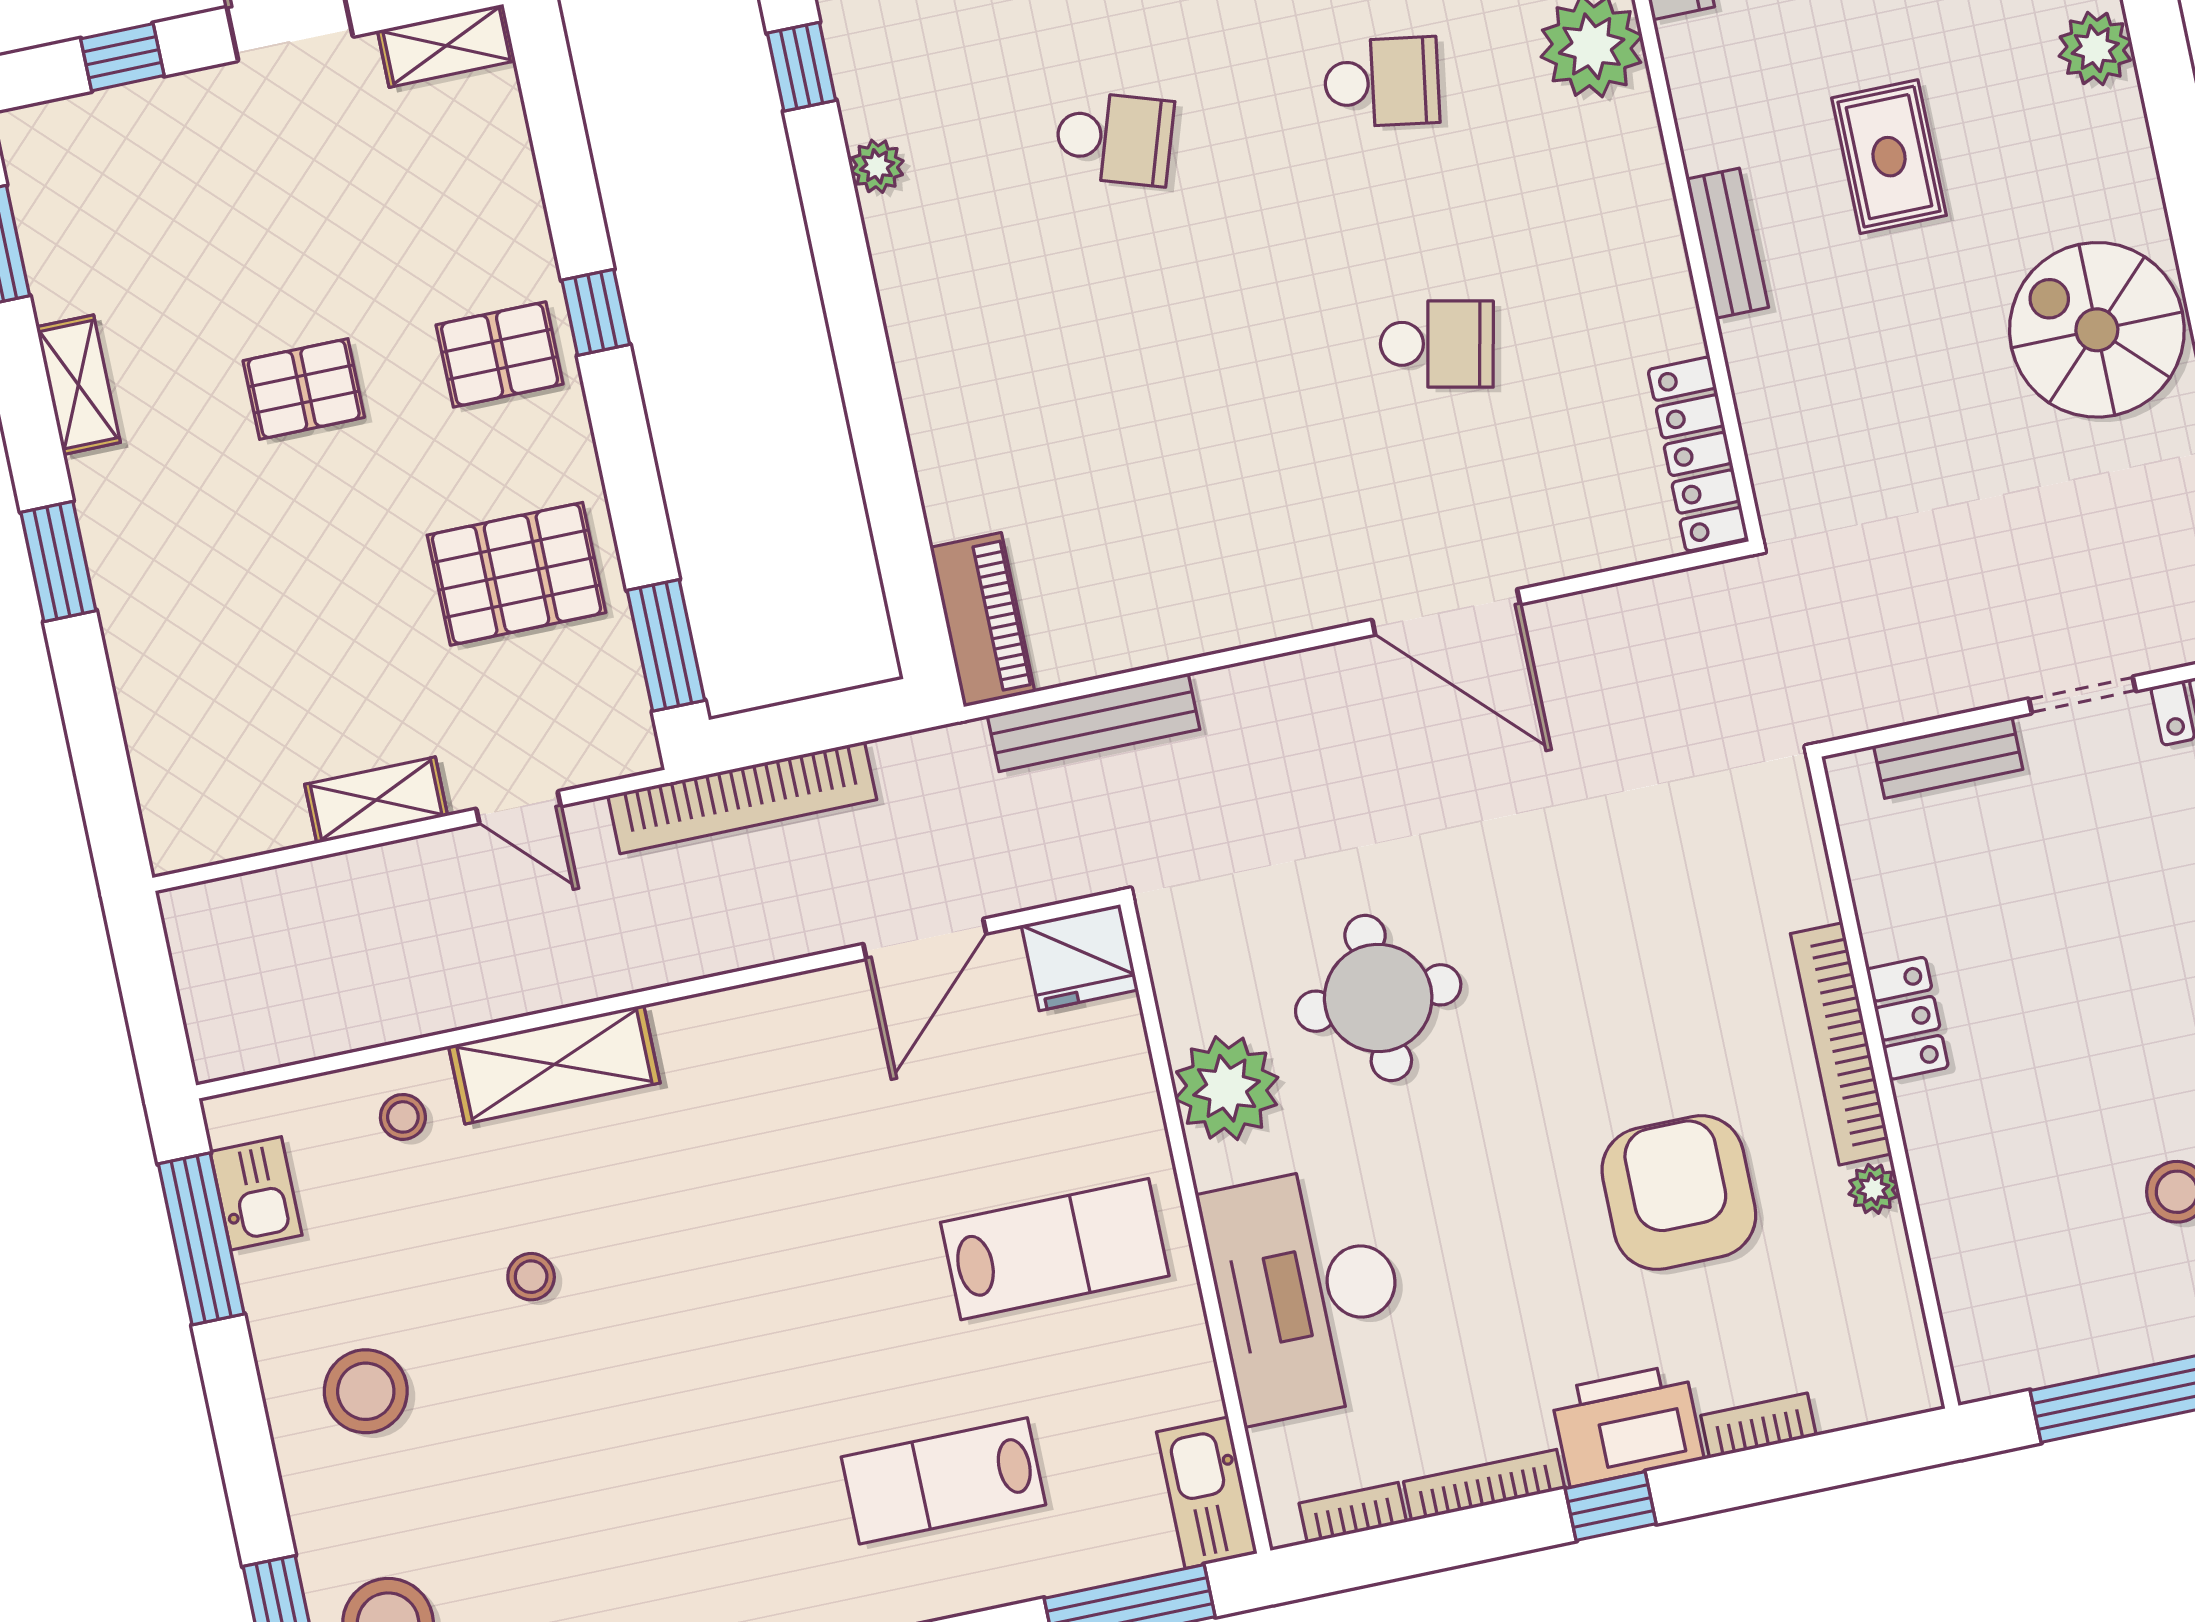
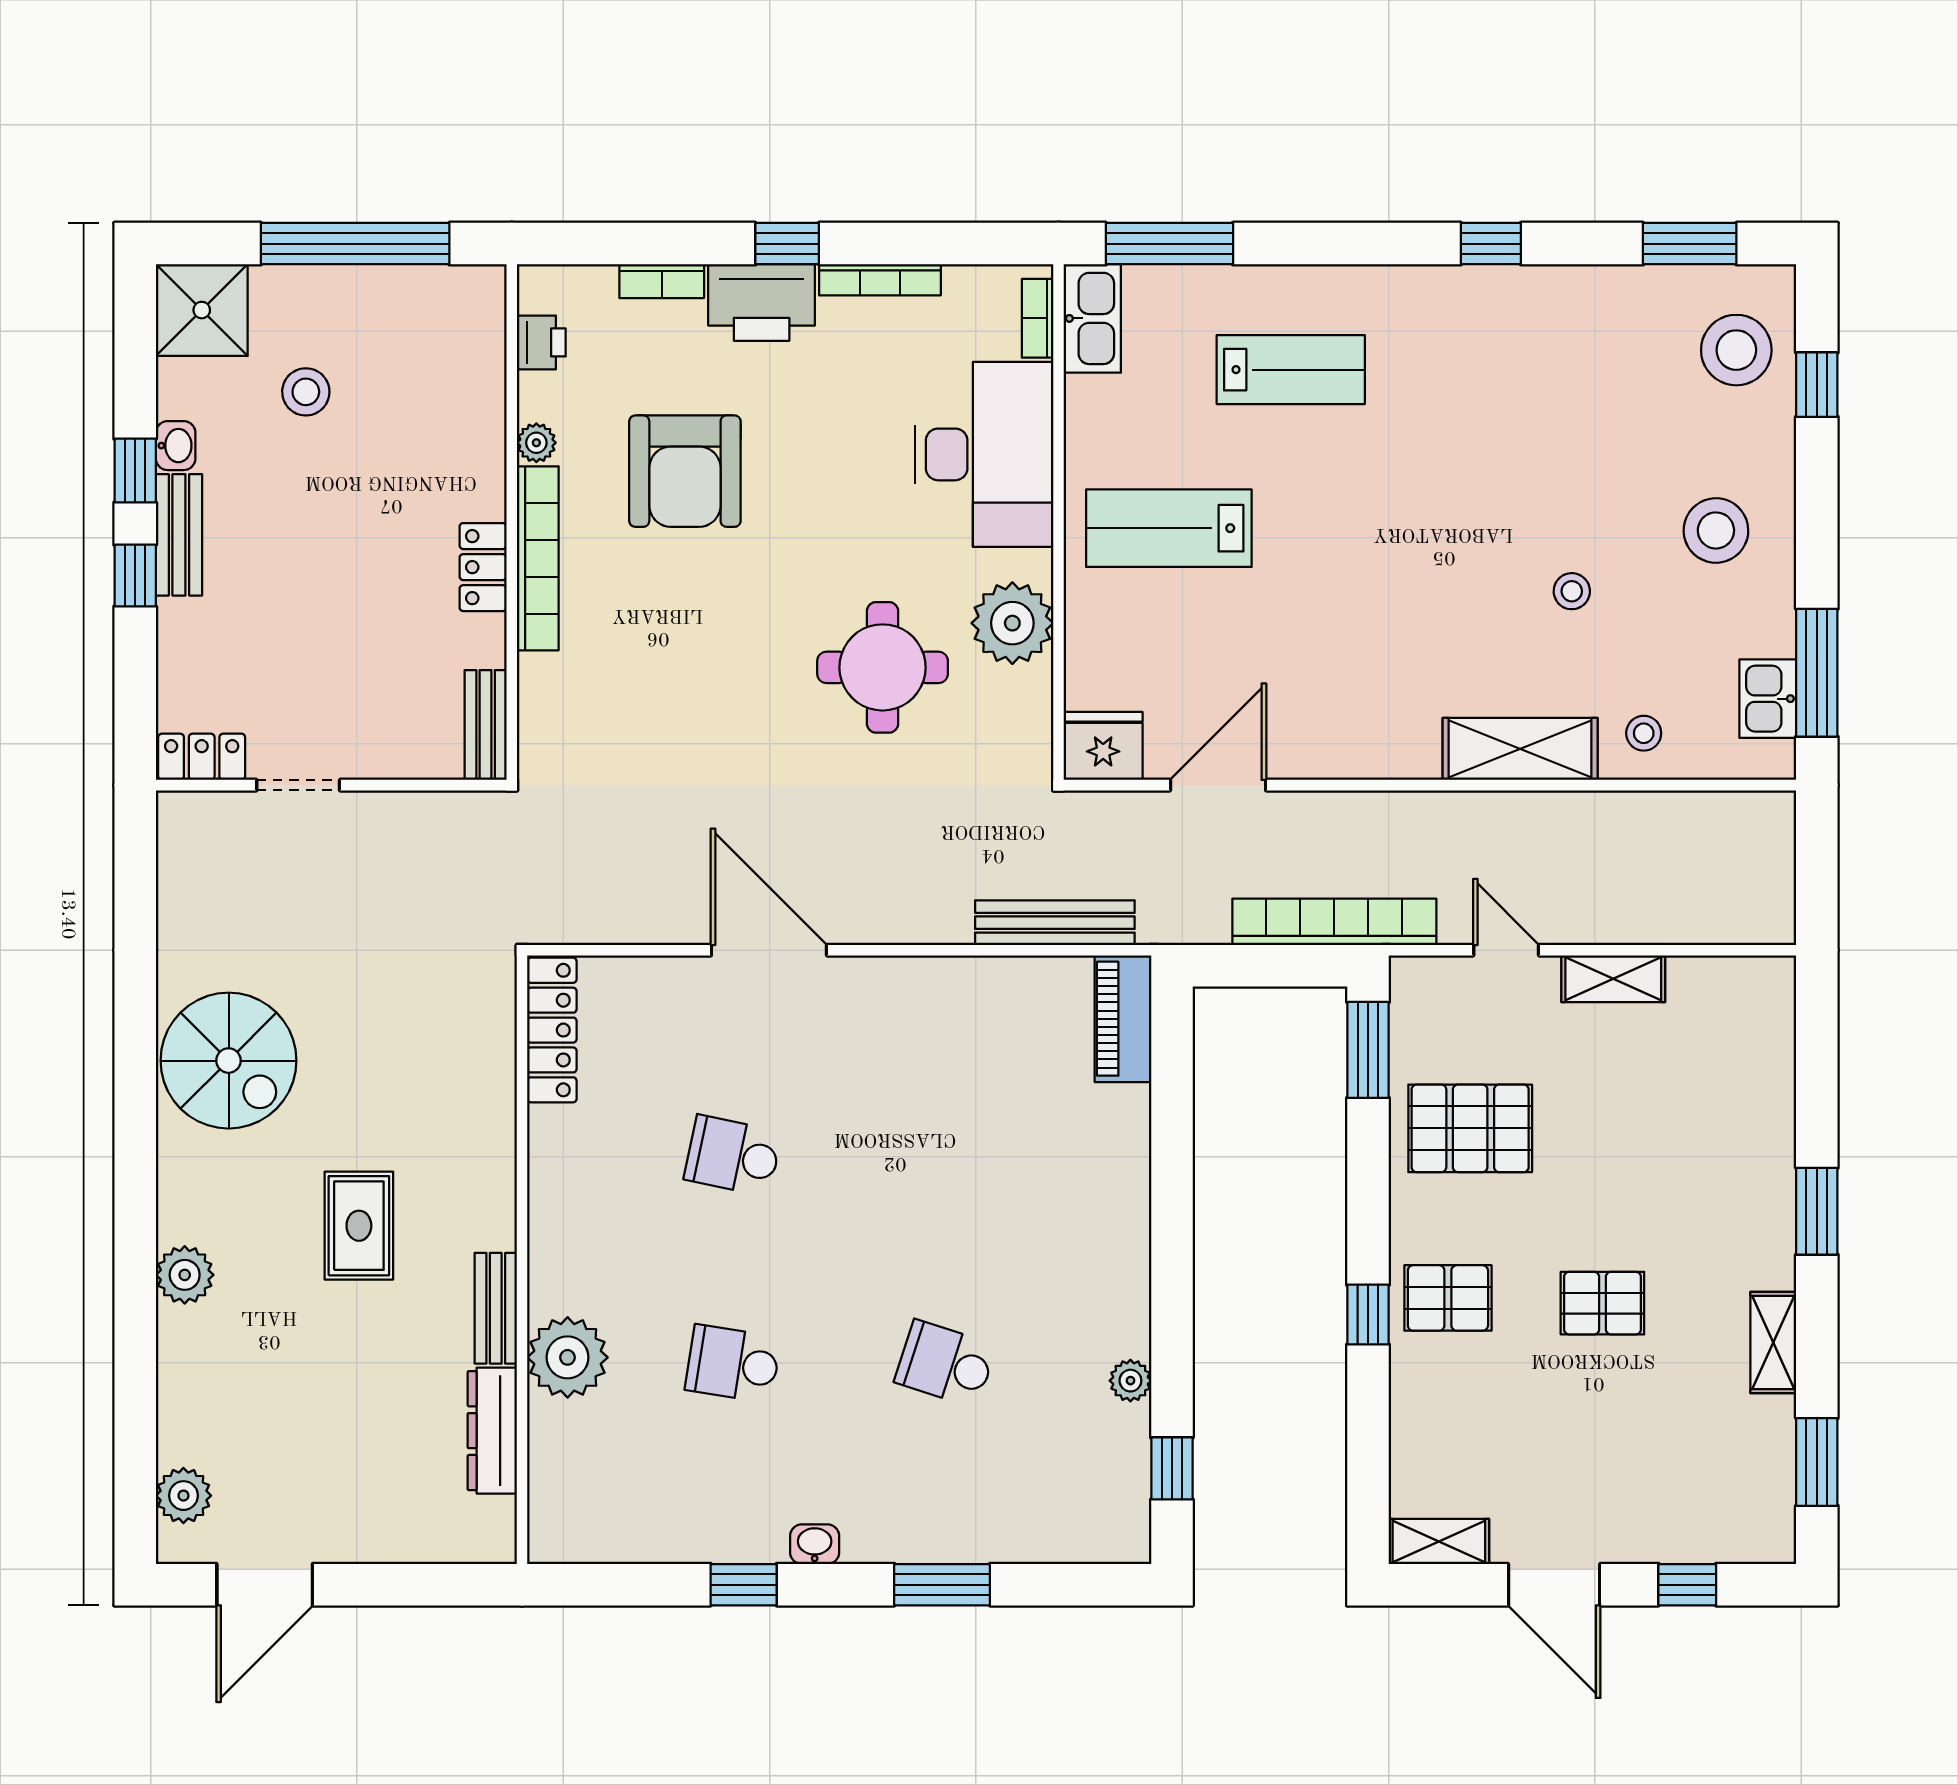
bench: (1727, 243) -> (496, 1308), moved
bench: (1948, 757) -> (486, 725), moved, turned 90
printer: (1894, 1316) -> (541, 342), added
bookcase: (1353, 1513) -> (1038, 318), moved, turned 90

